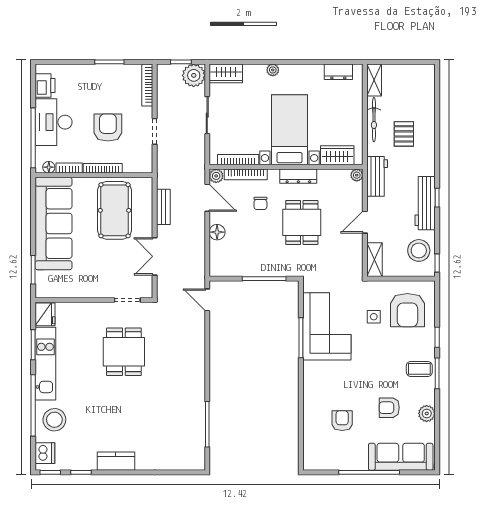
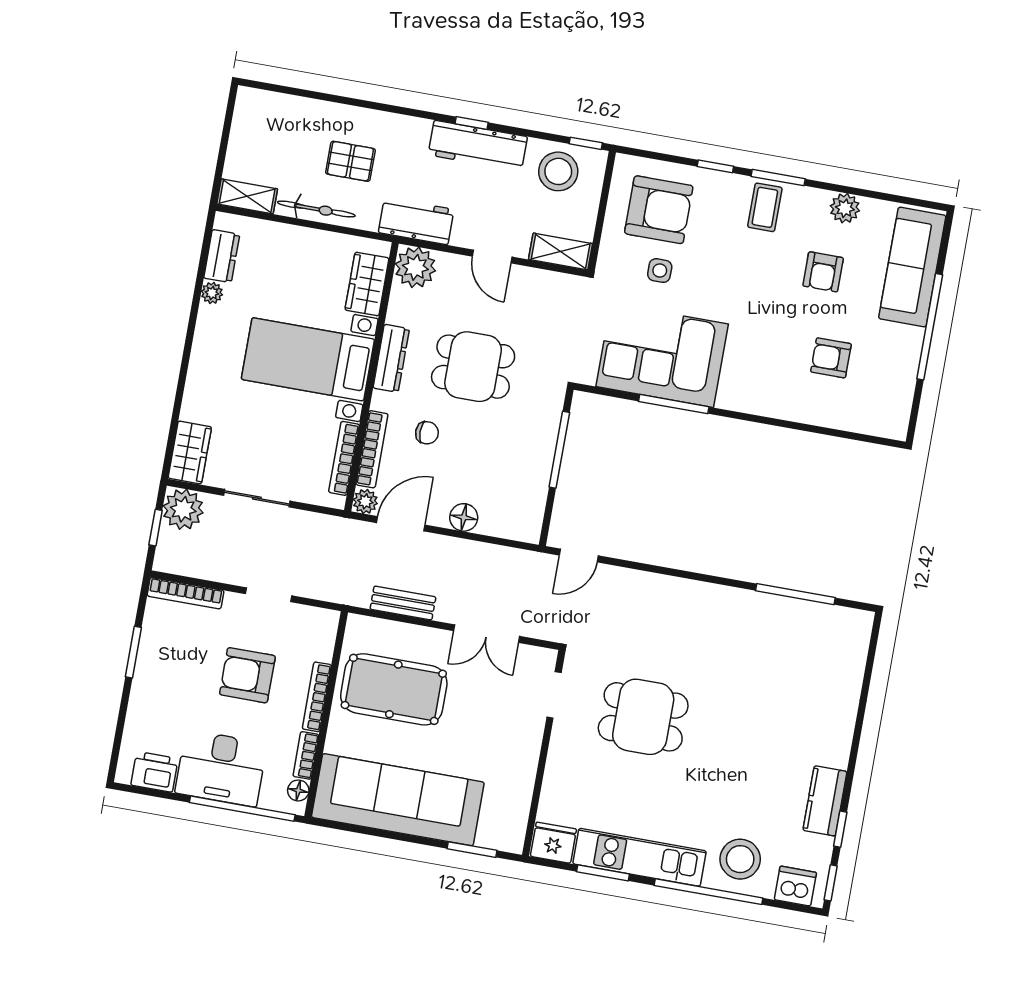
plant: (273, 70) -> (212, 293), moved
plant: (357, 175) -> (415, 267), width x1.88, depth x1.88
kitchen counter: (116, 461) -> (825, 801), moved

